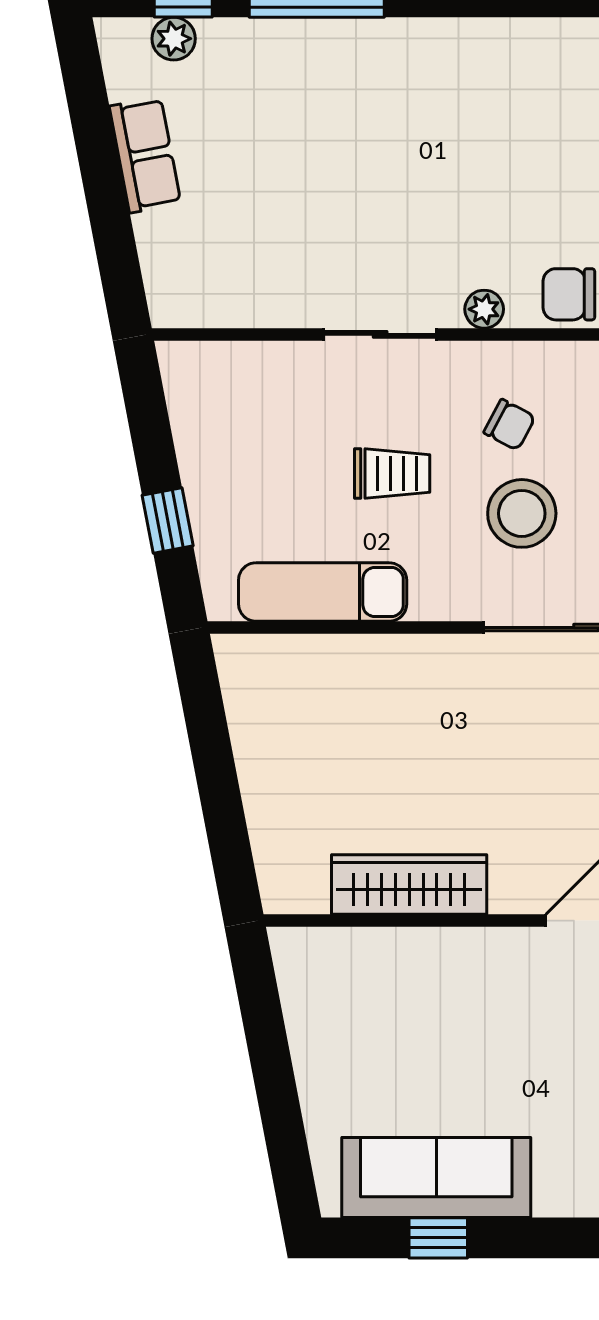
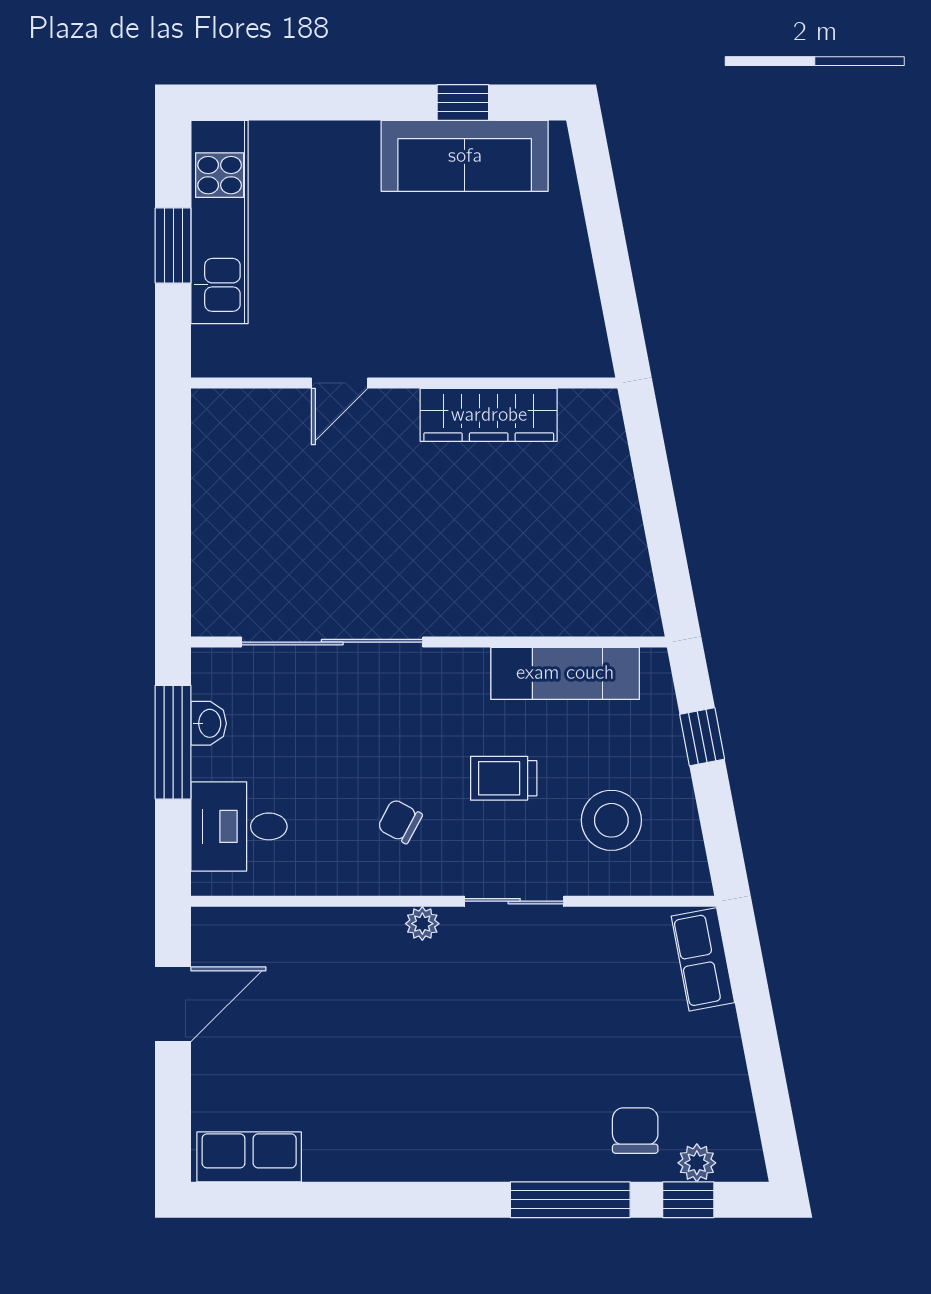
row of seats: (145, 155) -> (703, 959), moved
chair: (569, 294) -> (635, 1131), moved, turned -90
stool: (522, 513) -> (611, 820), moved

